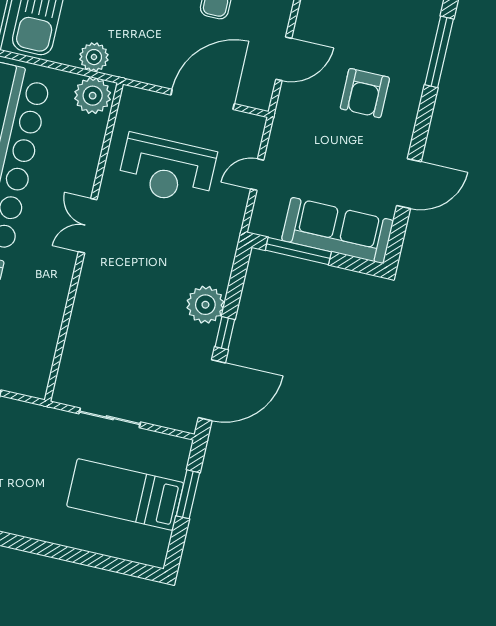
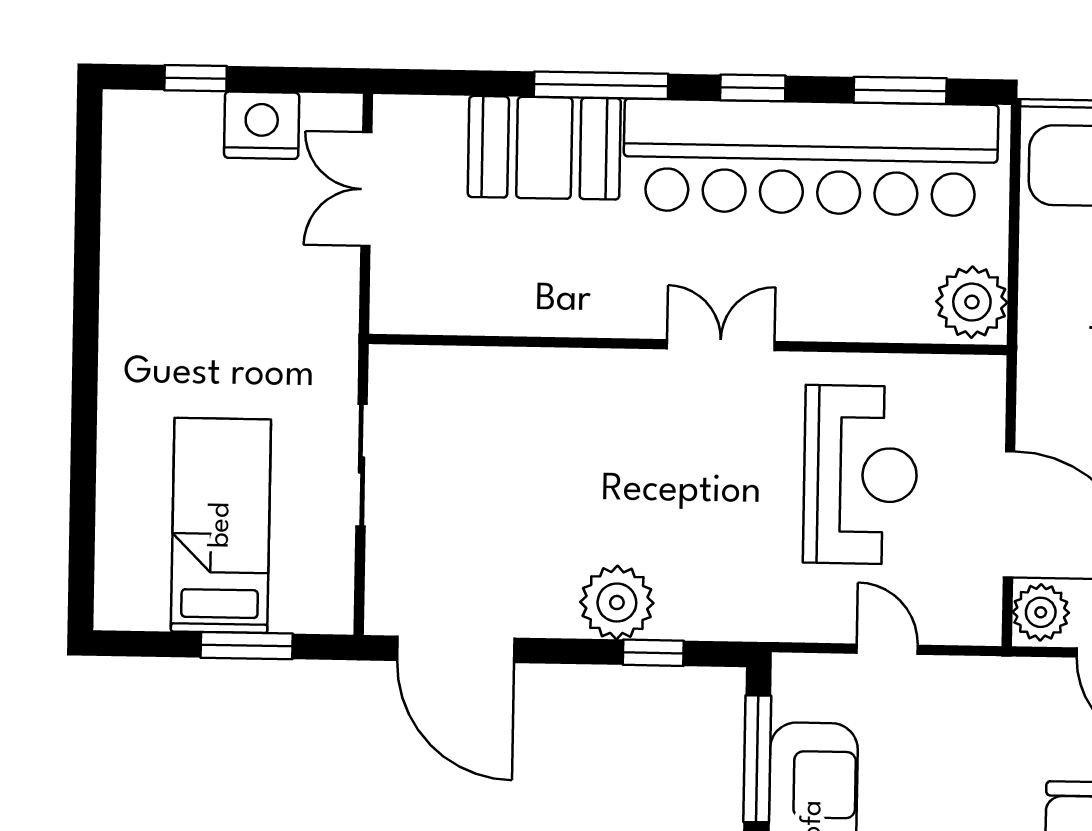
plant: (94, 57) -> (1041, 612), moved
reception desk: (167, 169) -> (860, 475), turned 180
window: (225, 333) -> (653, 653), moved

